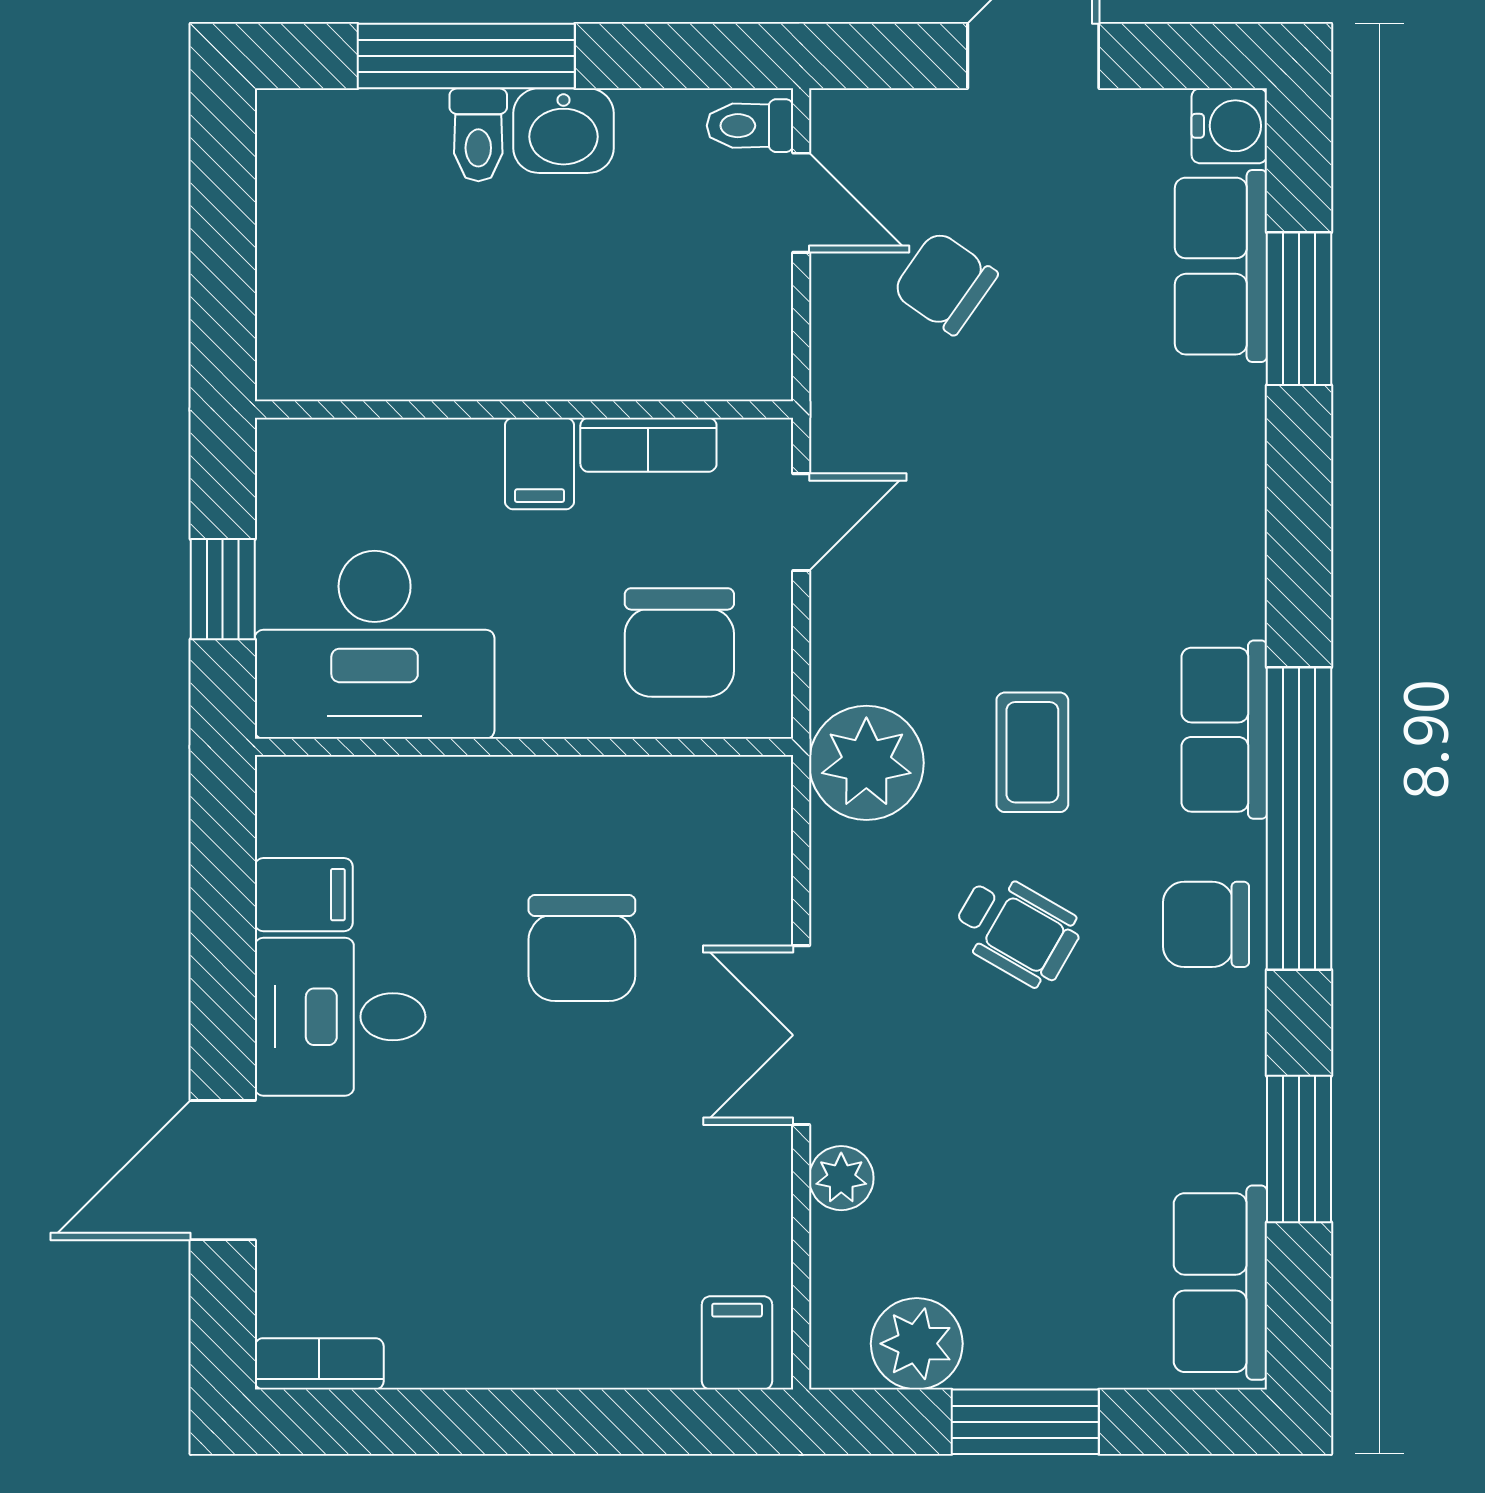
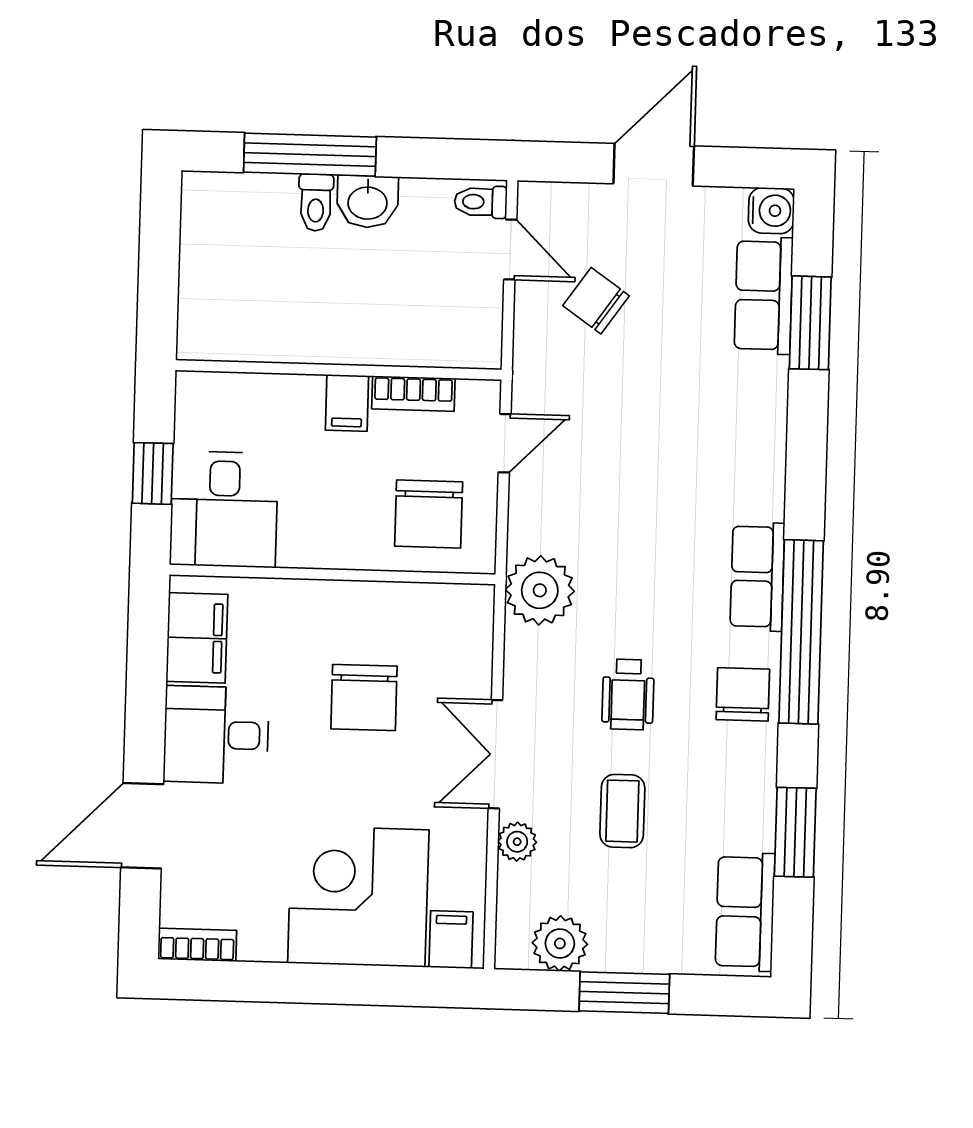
desk: (375, 645) -> (224, 509), width x0.73
coffee table: (1032, 752) -> (622, 811), moved
filing cabinet: (304, 895) -> (197, 638), width x2.00
chair: (1206, 924) -> (743, 694), turned 90
wheelchair: (1017, 930) -> (628, 694), turned 60
corner desk: (582, 1276) -> (358, 897), added

